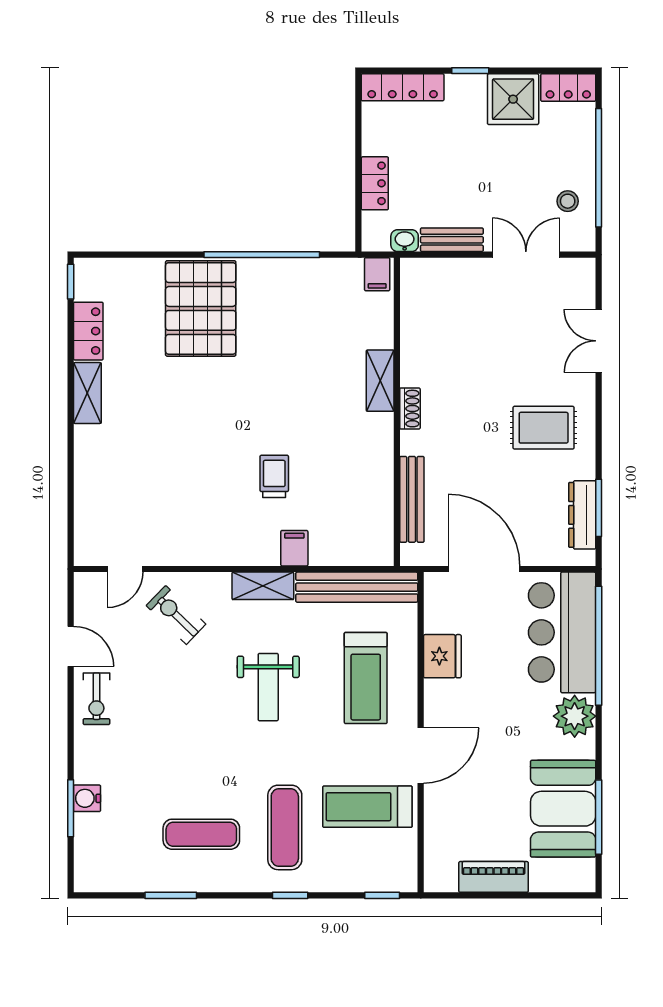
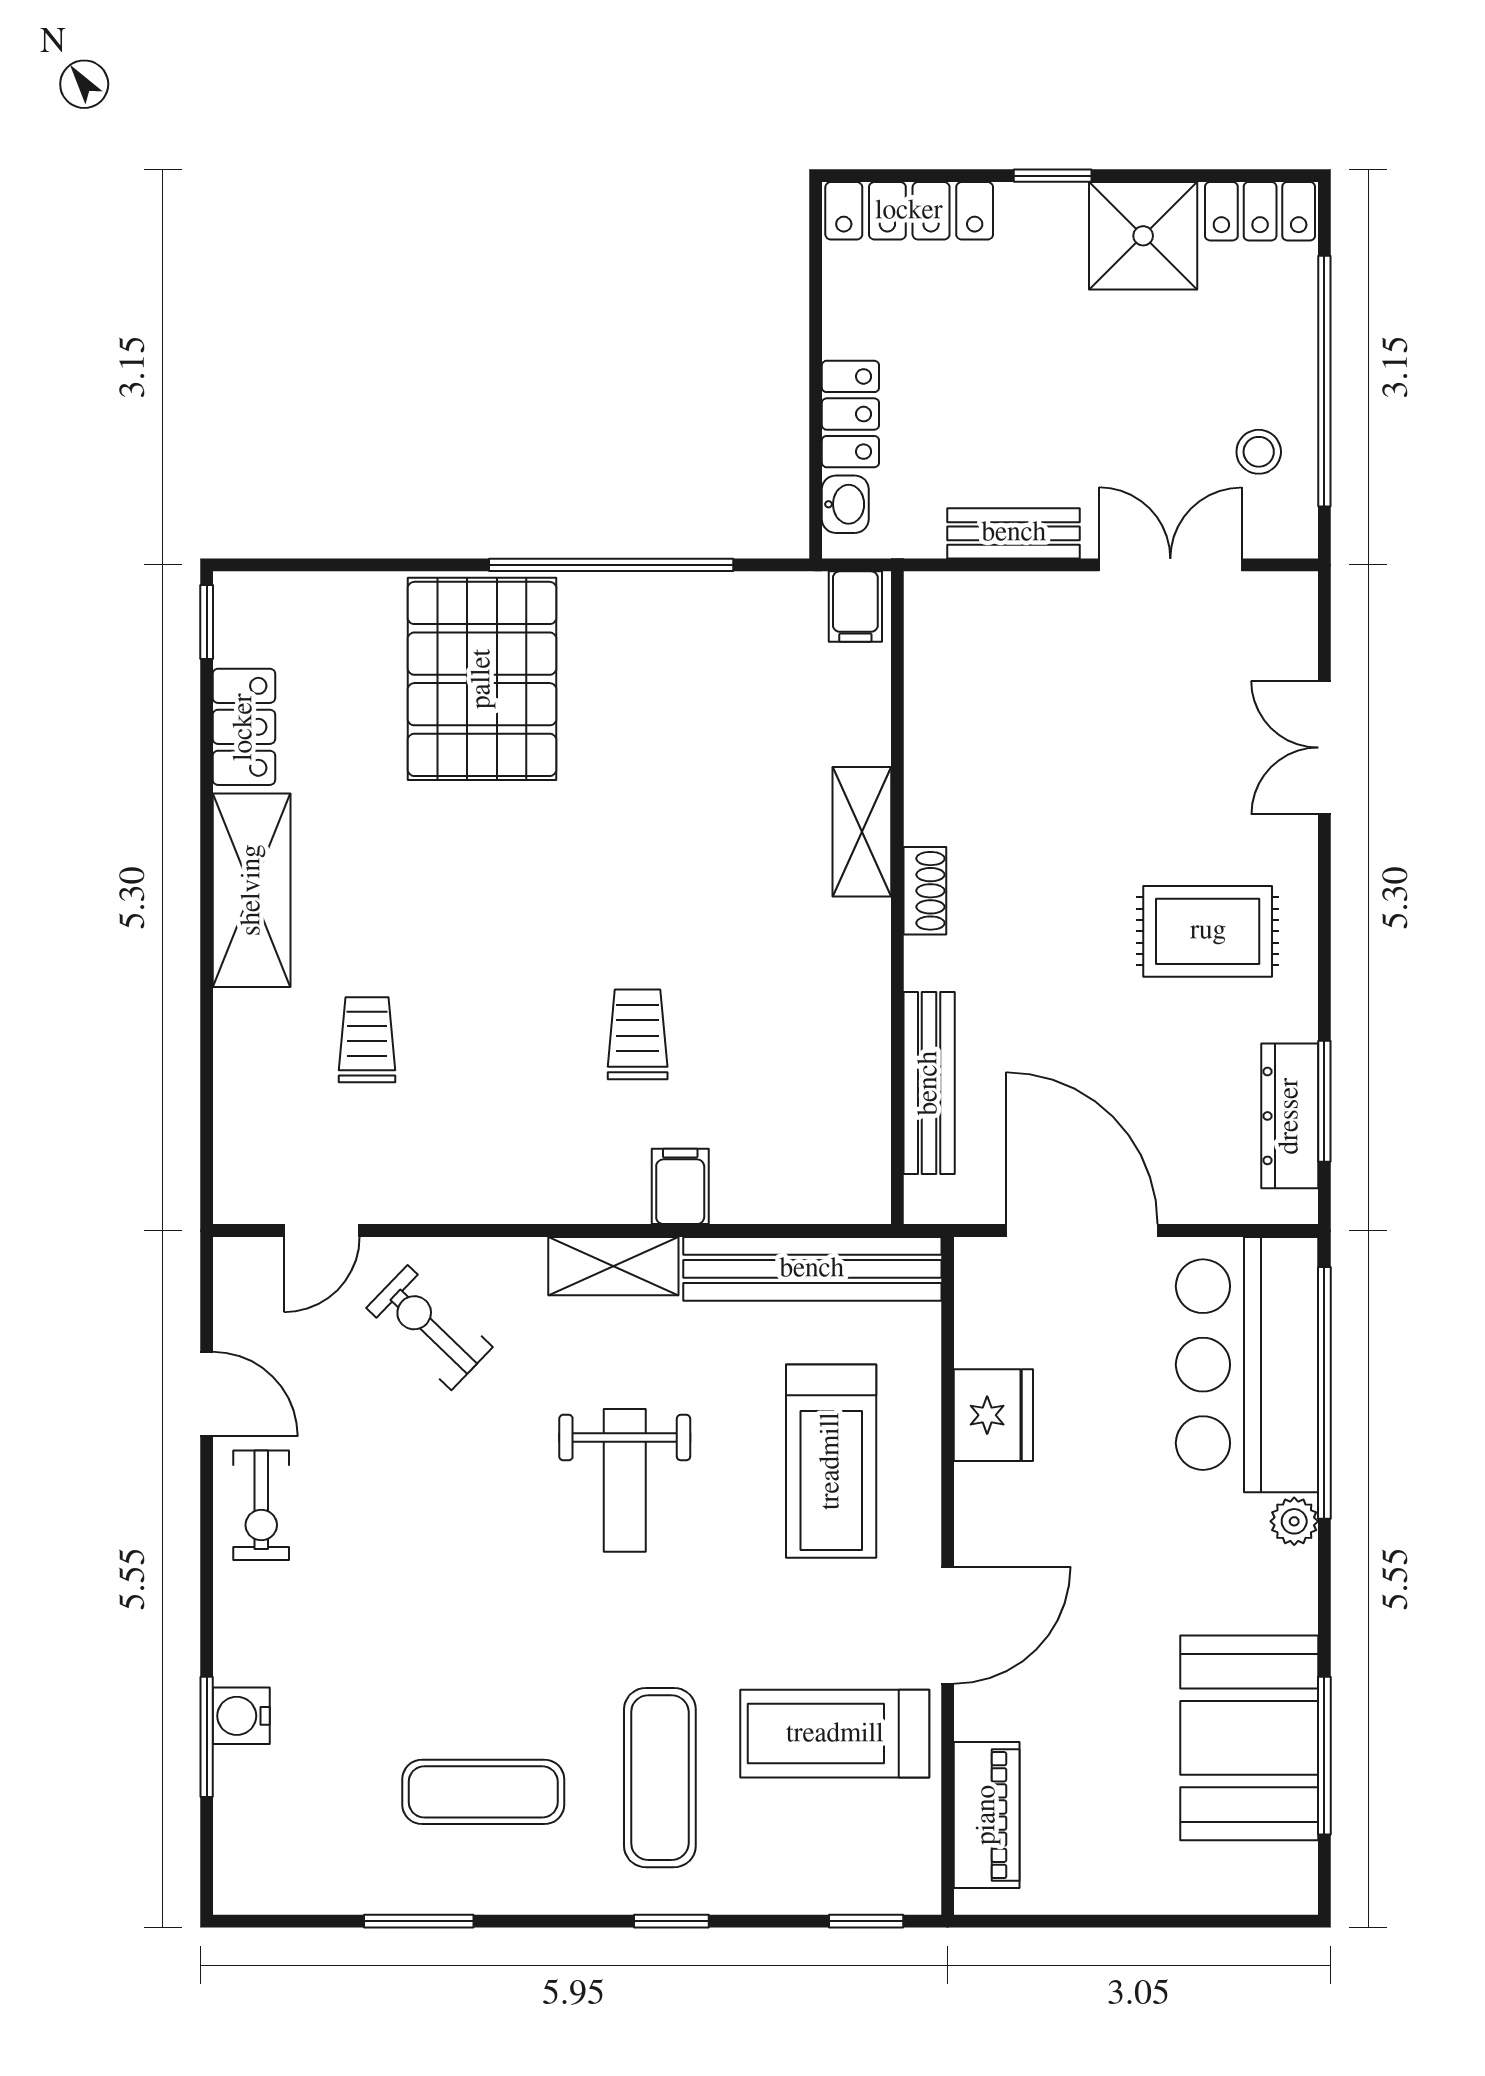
washbasin: (405, 241) -> (845, 504), moved, turned 90
shelving: (87, 393) -> (252, 890), width x1.50, depth x1.33
trolley: (146, 479) -> (367, 1040), added
plant: (575, 716) -> (1294, 1521), width x0.53, depth x0.53
piano: (494, 877) -> (987, 1815), moved, turned 90

